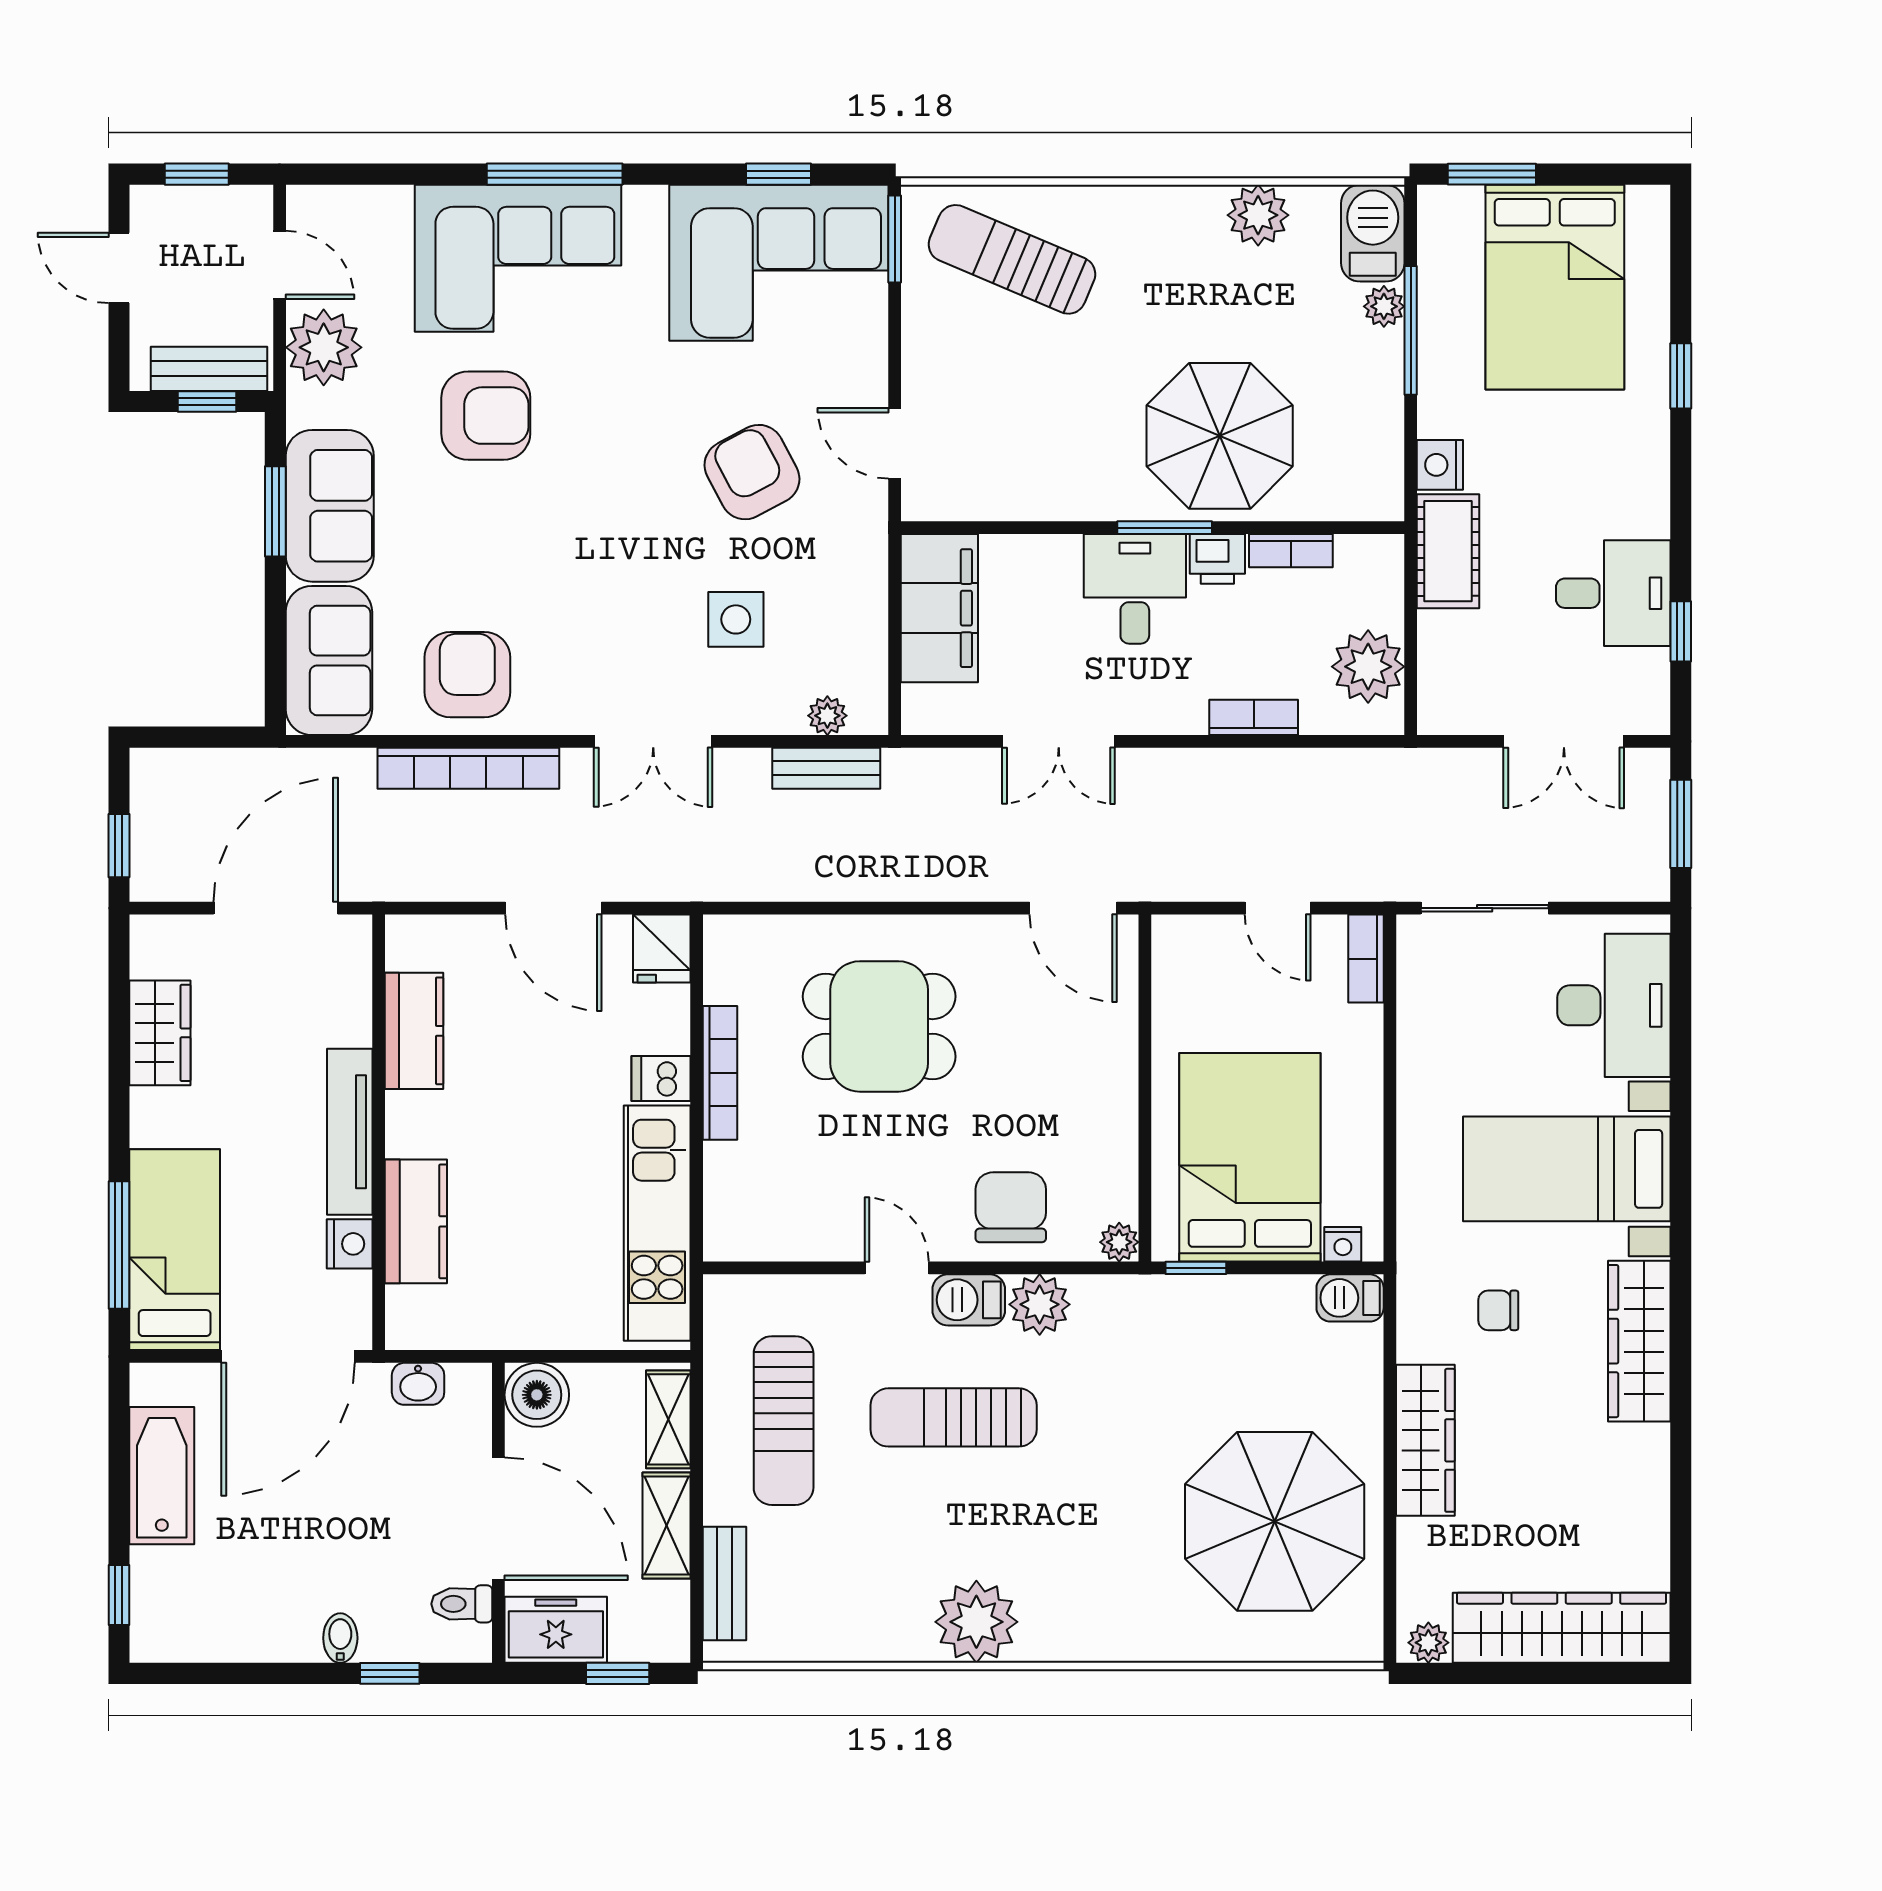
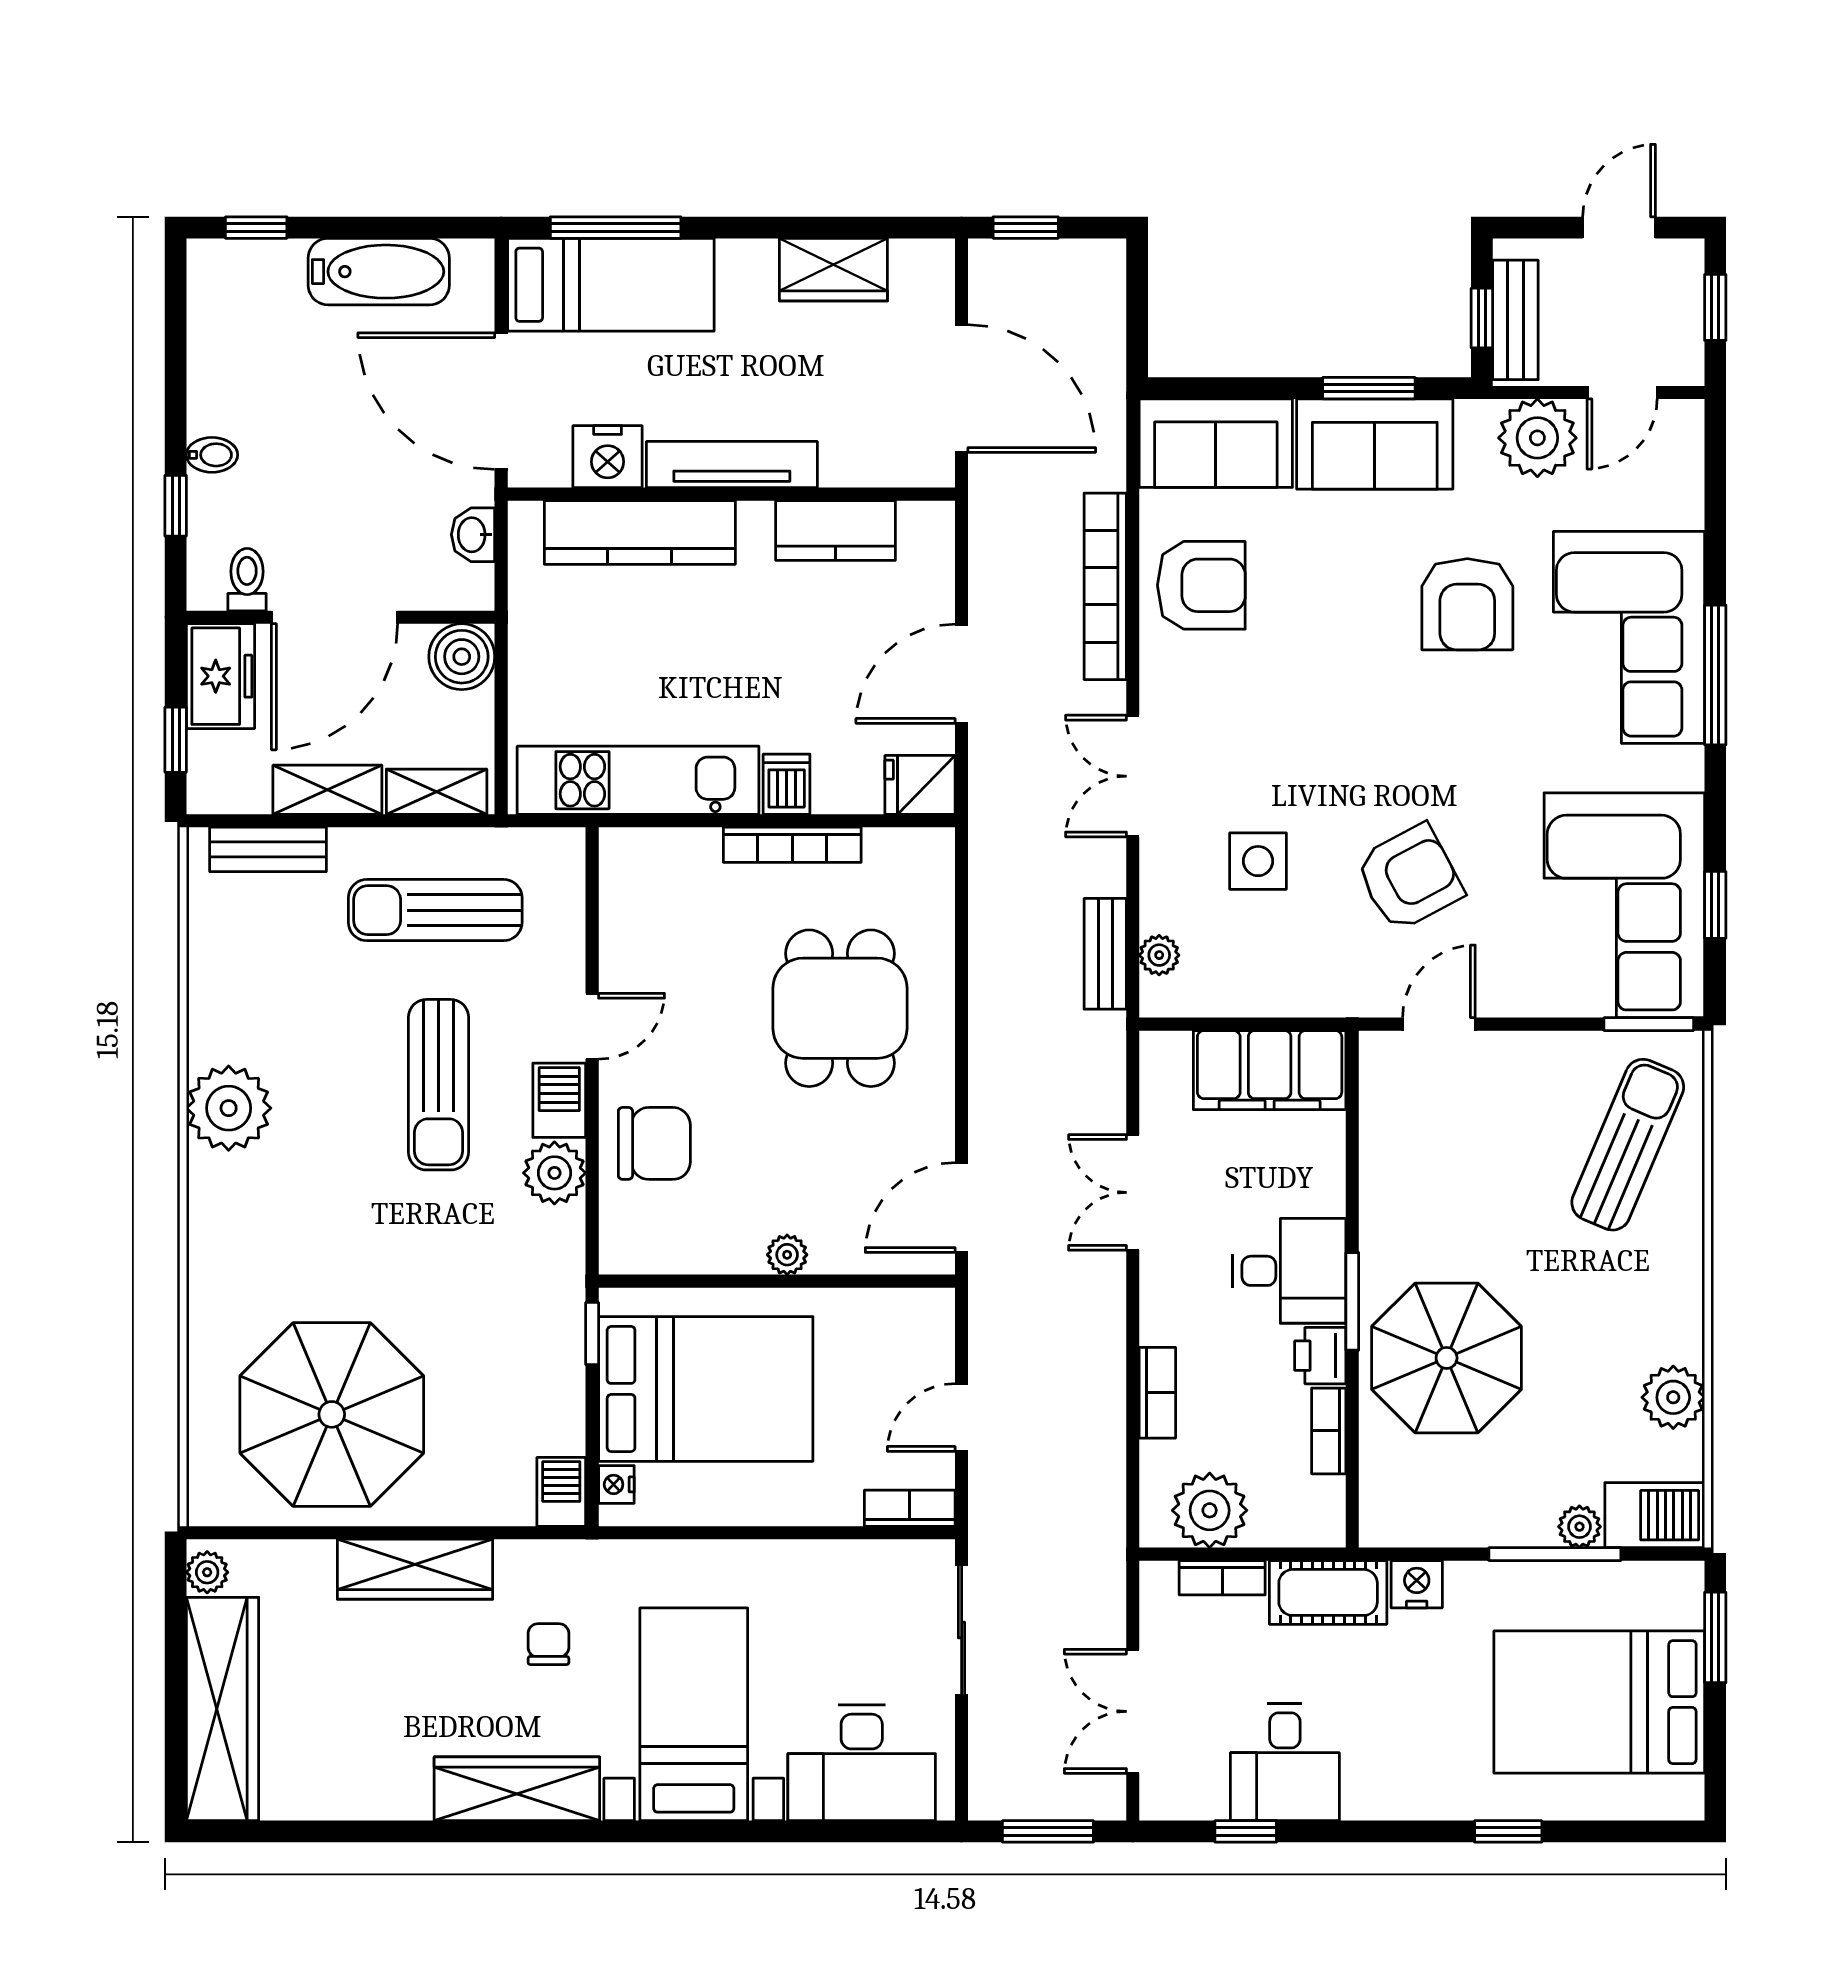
bookcase: (1434, 654) -> (1222, 1578), added
kitchen counter: (416, 1221) -> (640, 532), width x1.50
plant: (1119, 1242) -> (787, 1255), moved
nightstand: (350, 1244) -> (608, 457), width x1.36, depth x1.33
sun lounger: (954, 1417) -> (439, 1085), turned 180

